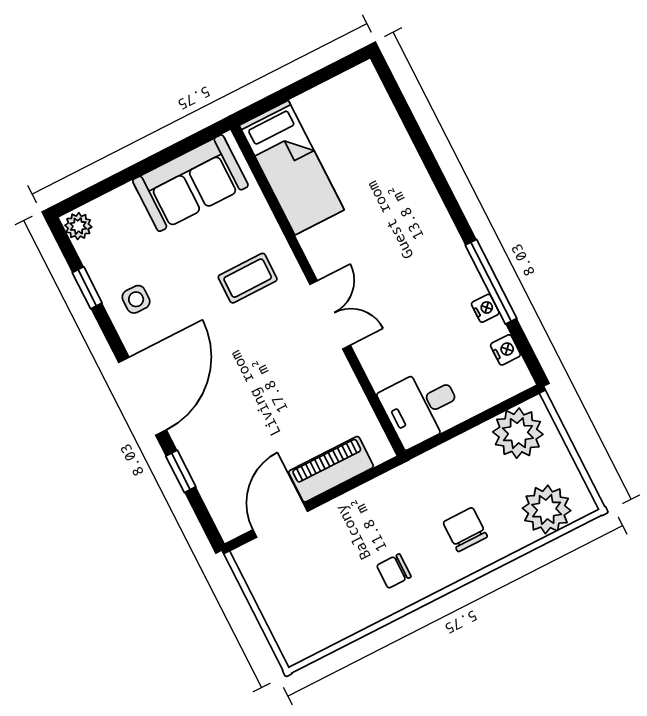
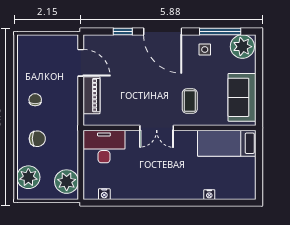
plant: (78, 226) -> (242, 47), width x1.87, depth x1.87
window: (491, 282) -> (136, 203), removed
window: (87, 288) -> (220, 31), width x2.17
nightstand: (485, 308) -> (209, 195), moved
desk: (421, 407) -> (104, 147), width x1.37

